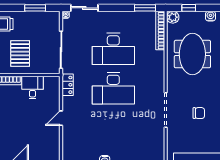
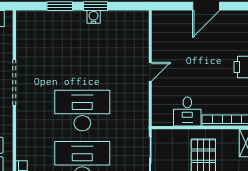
locker: (68, 85) -> (142, 115), removed

